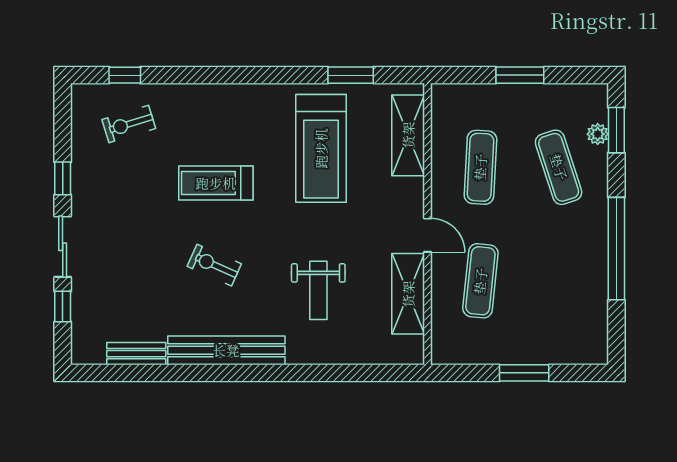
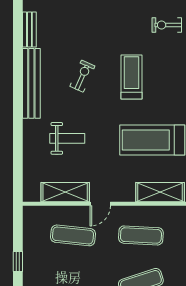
exercise bike: (129, 124) -> (167, 25), turned -73
weight bench: (318, 290) -> (67, 138), turned 180
window: (524, 373) -> (18, 262), width x0.67

